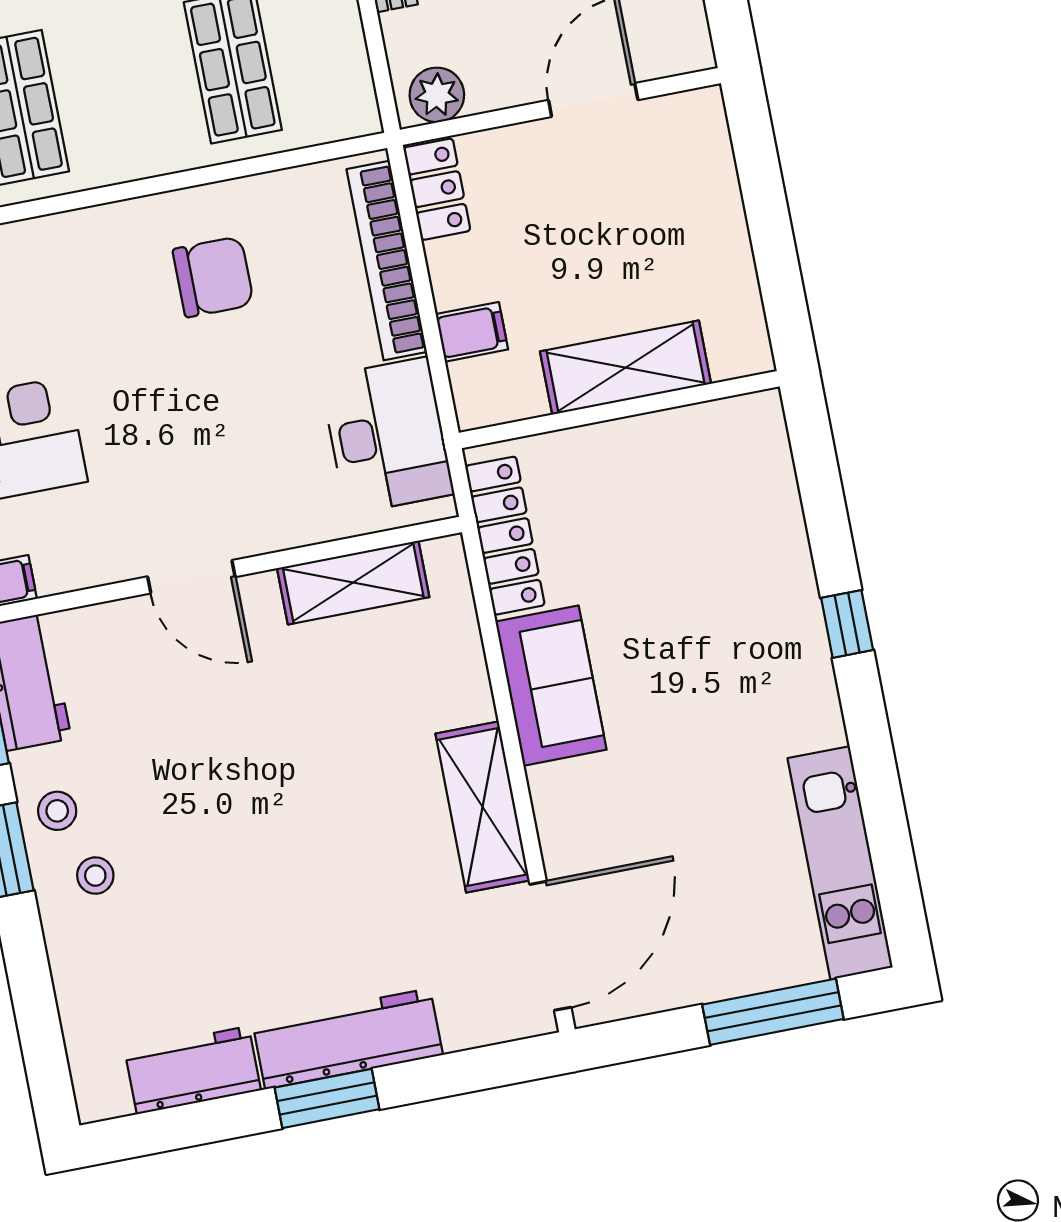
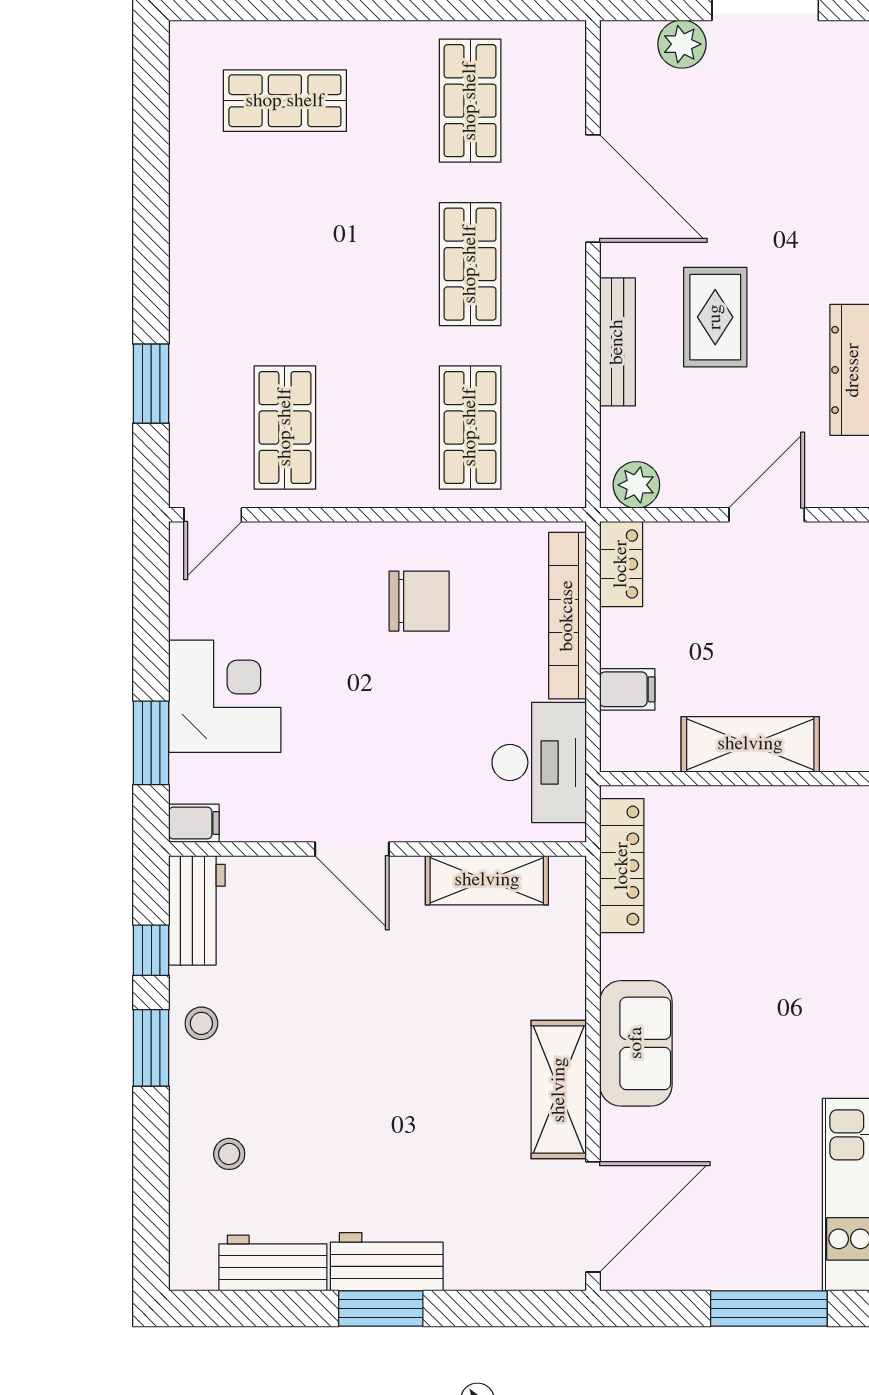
sofa: (551, 686) -> (636, 1043), moved
stool: (95, 876) -> (229, 1154), moved
workbench: (348, 1039) -> (387, 1262), width x0.73

